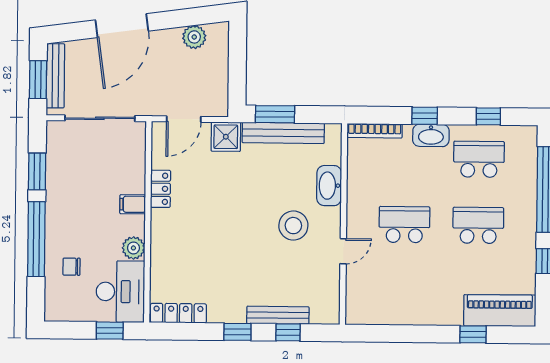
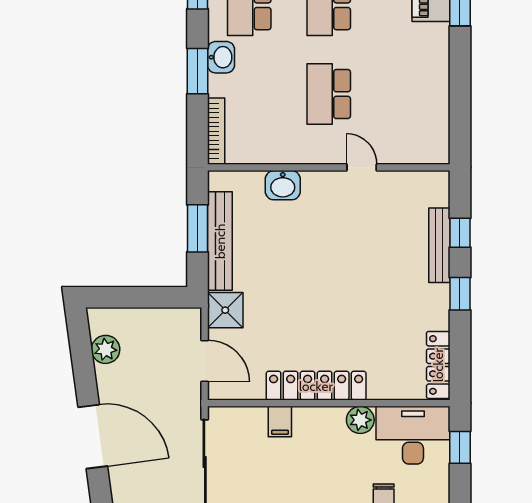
window: (275, 114) -> (197, 228), moved
window: (425, 116) -> (197, 71), width x1.50
washbasin: (431, 135) -> (221, 57), width x0.72
washbasin: (329, 186) -> (283, 185), width x0.72
locker: (160, 189) -> (316, 386), width x2.16, depth x1.21
filing cabinet: (133, 204) -> (280, 422), moved
stool: (293, 226) -> (331, 228), removed

